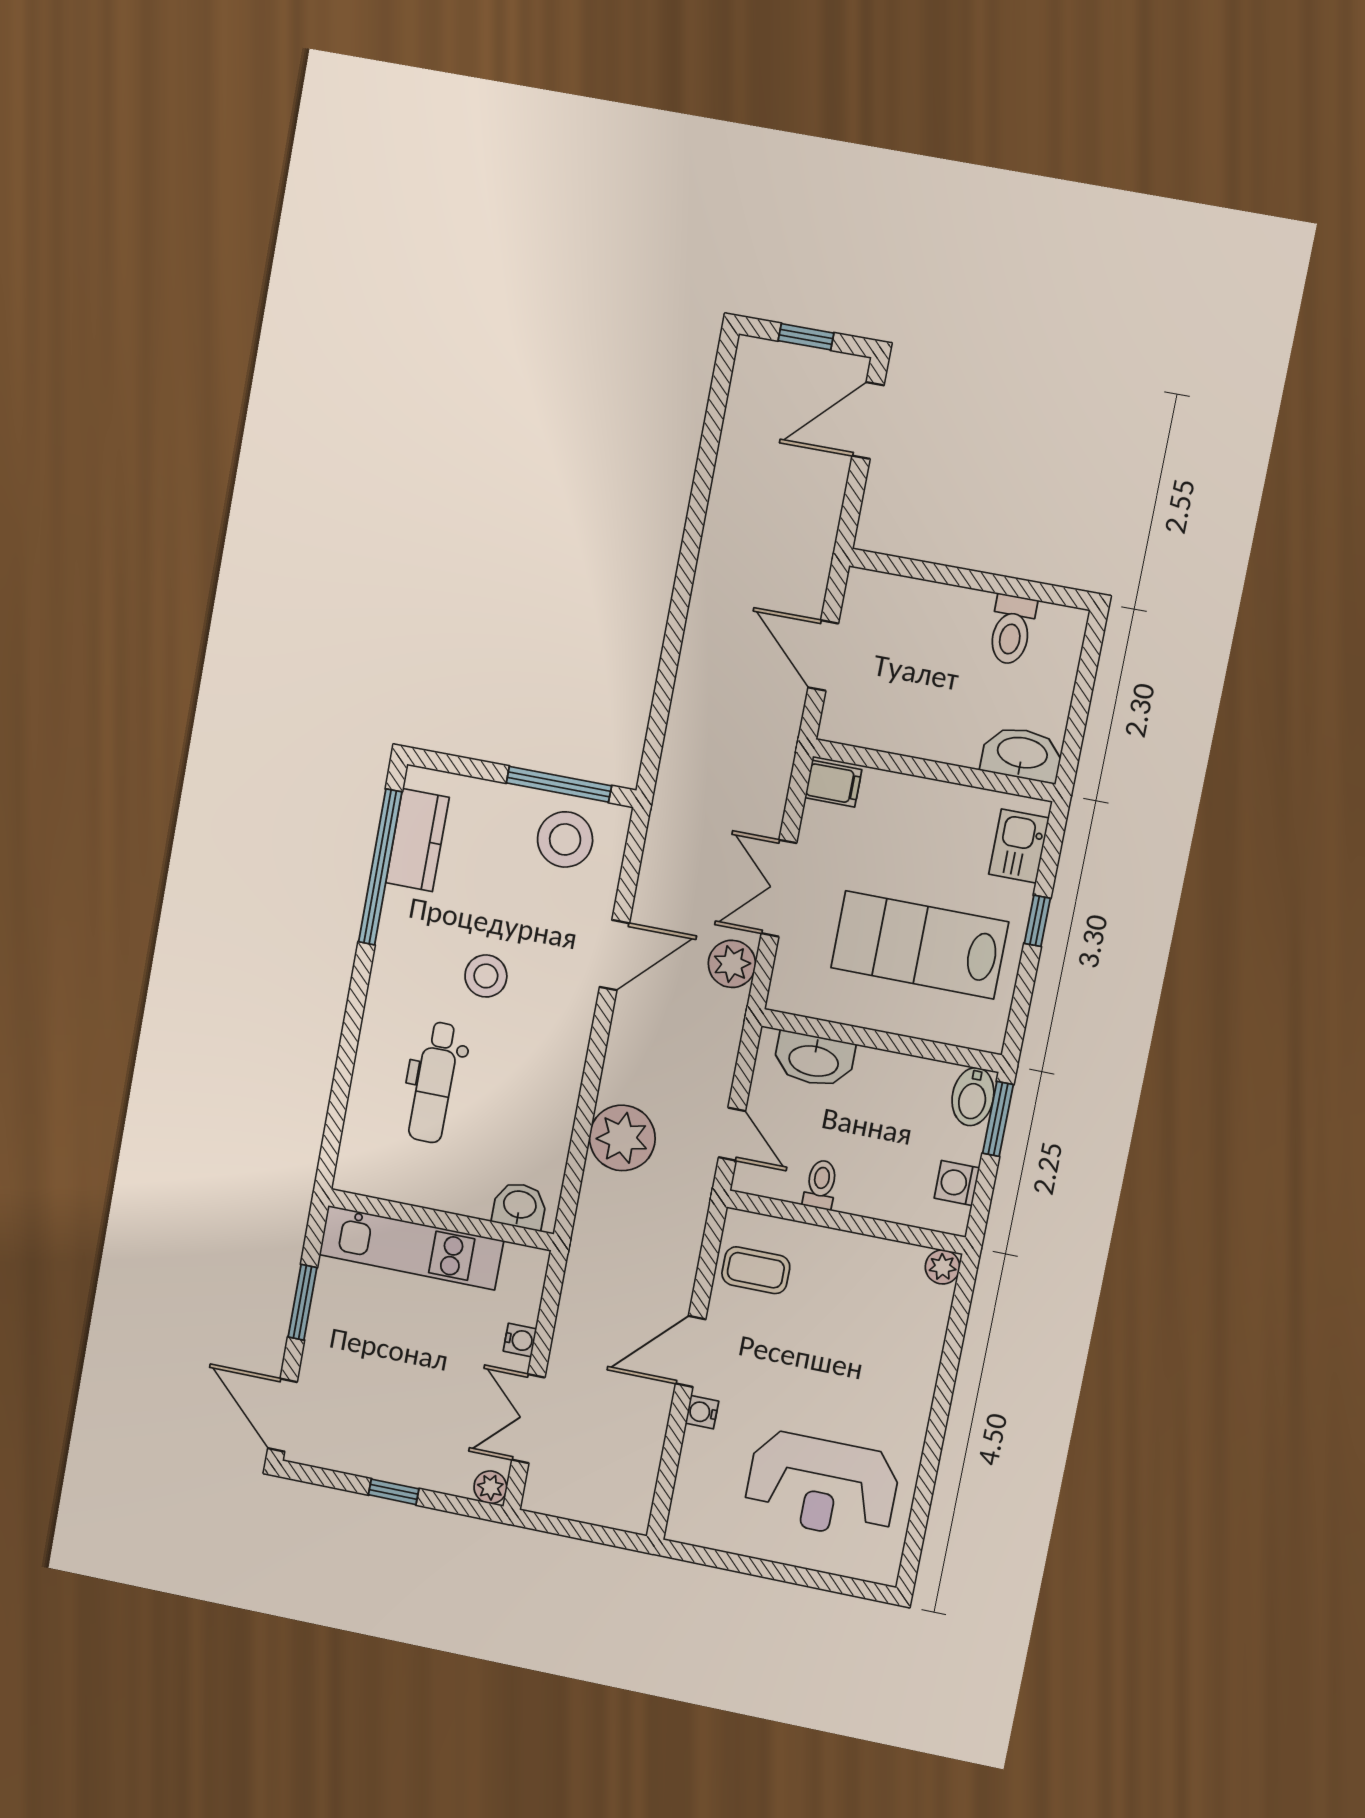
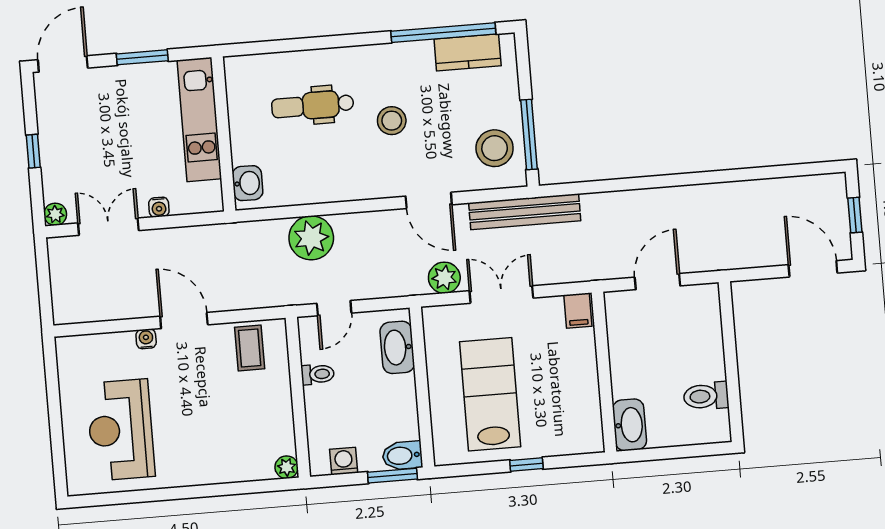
bench: (669, 821) -> (525, 212), added
kitchen sink: (1019, 846) -> (571, 439), removed

